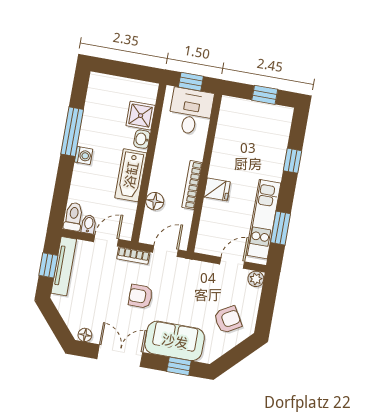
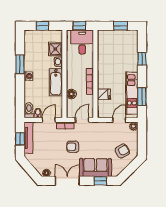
window: (125, 70) -> (42, 26), added
window: (72, 132) -> (20, 64), width x0.69
fridge: (217, 189) -> (104, 94), moved

